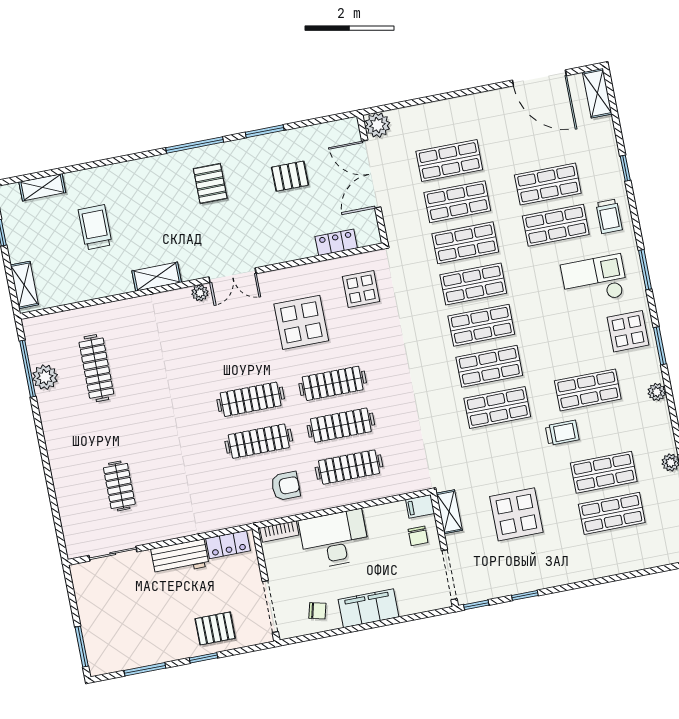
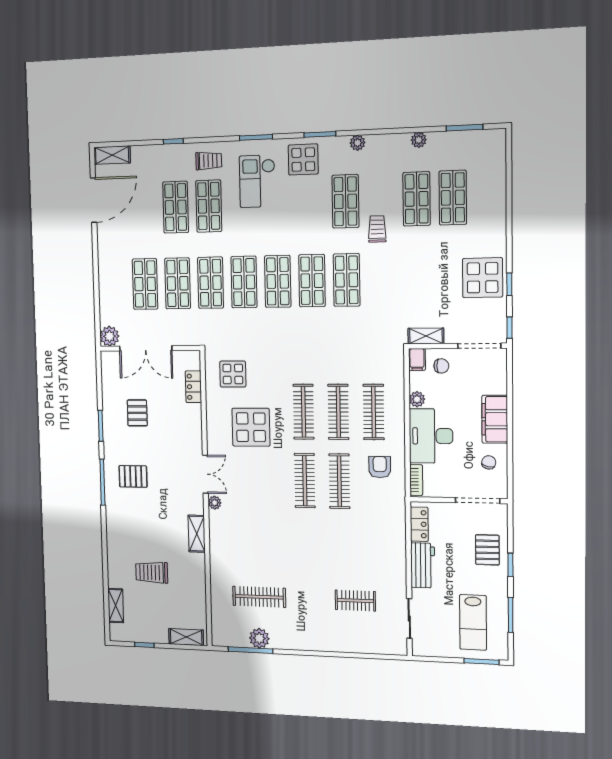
display table: (516, 514) -> (483, 278), moved
plant: (374, 515) -> (417, 399), added
lab bench: (126, 628) -> (473, 622), added

